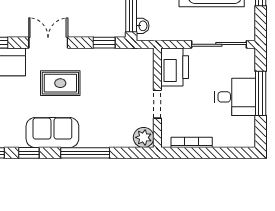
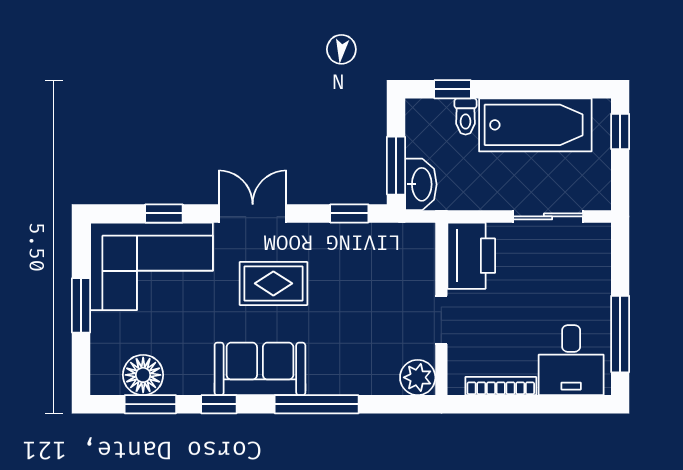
washbasin: (143, 26) -> (421, 184), width x1.91, depth x1.45
sliding door: (219, 44) -> (548, 216), width x0.73
window: (261, 93) -> (620, 334), moved
desk: (235, 97) -> (571, 360), moved, turned 90

